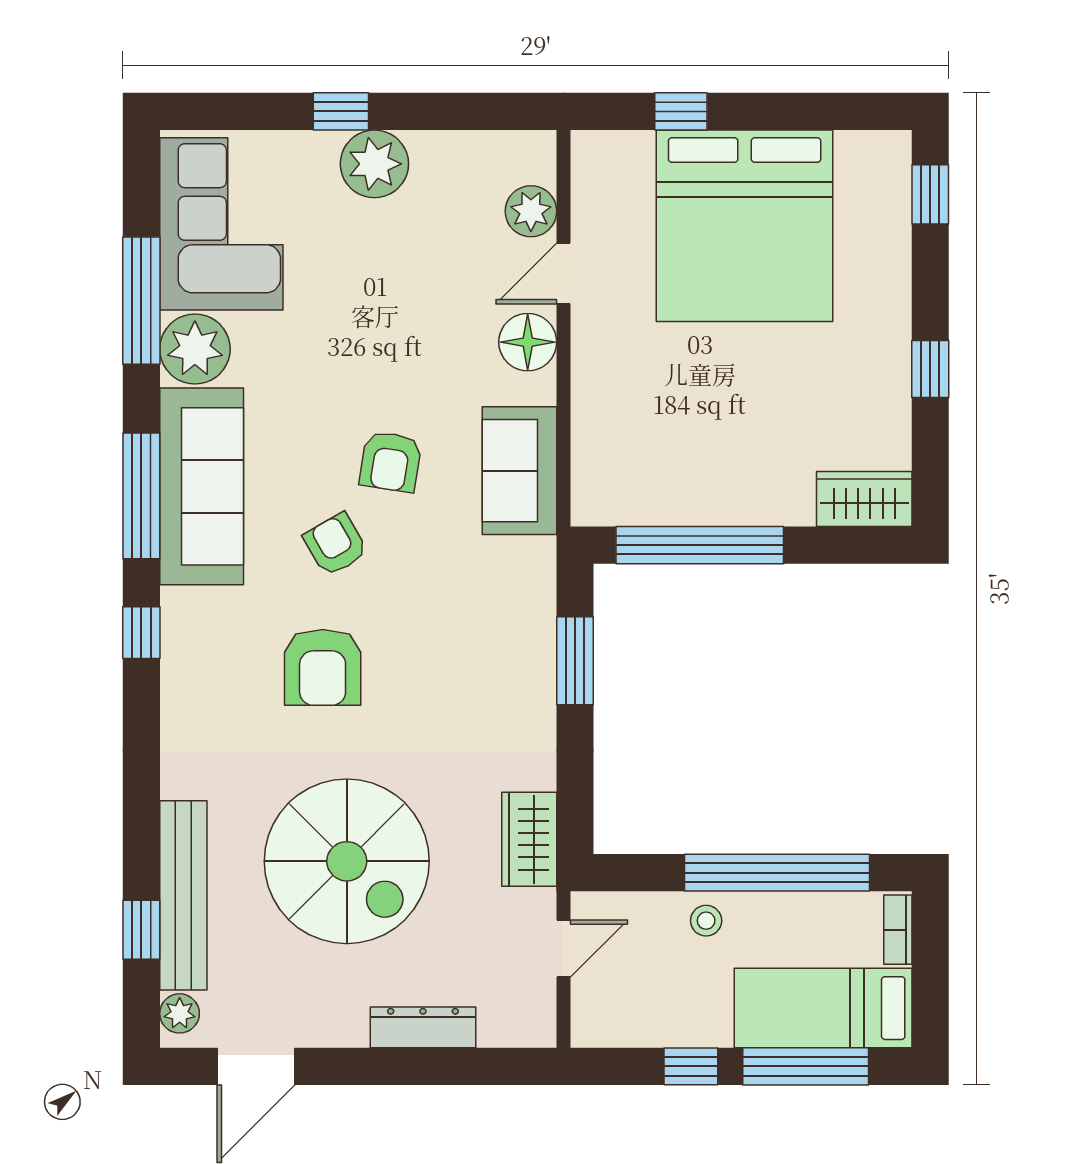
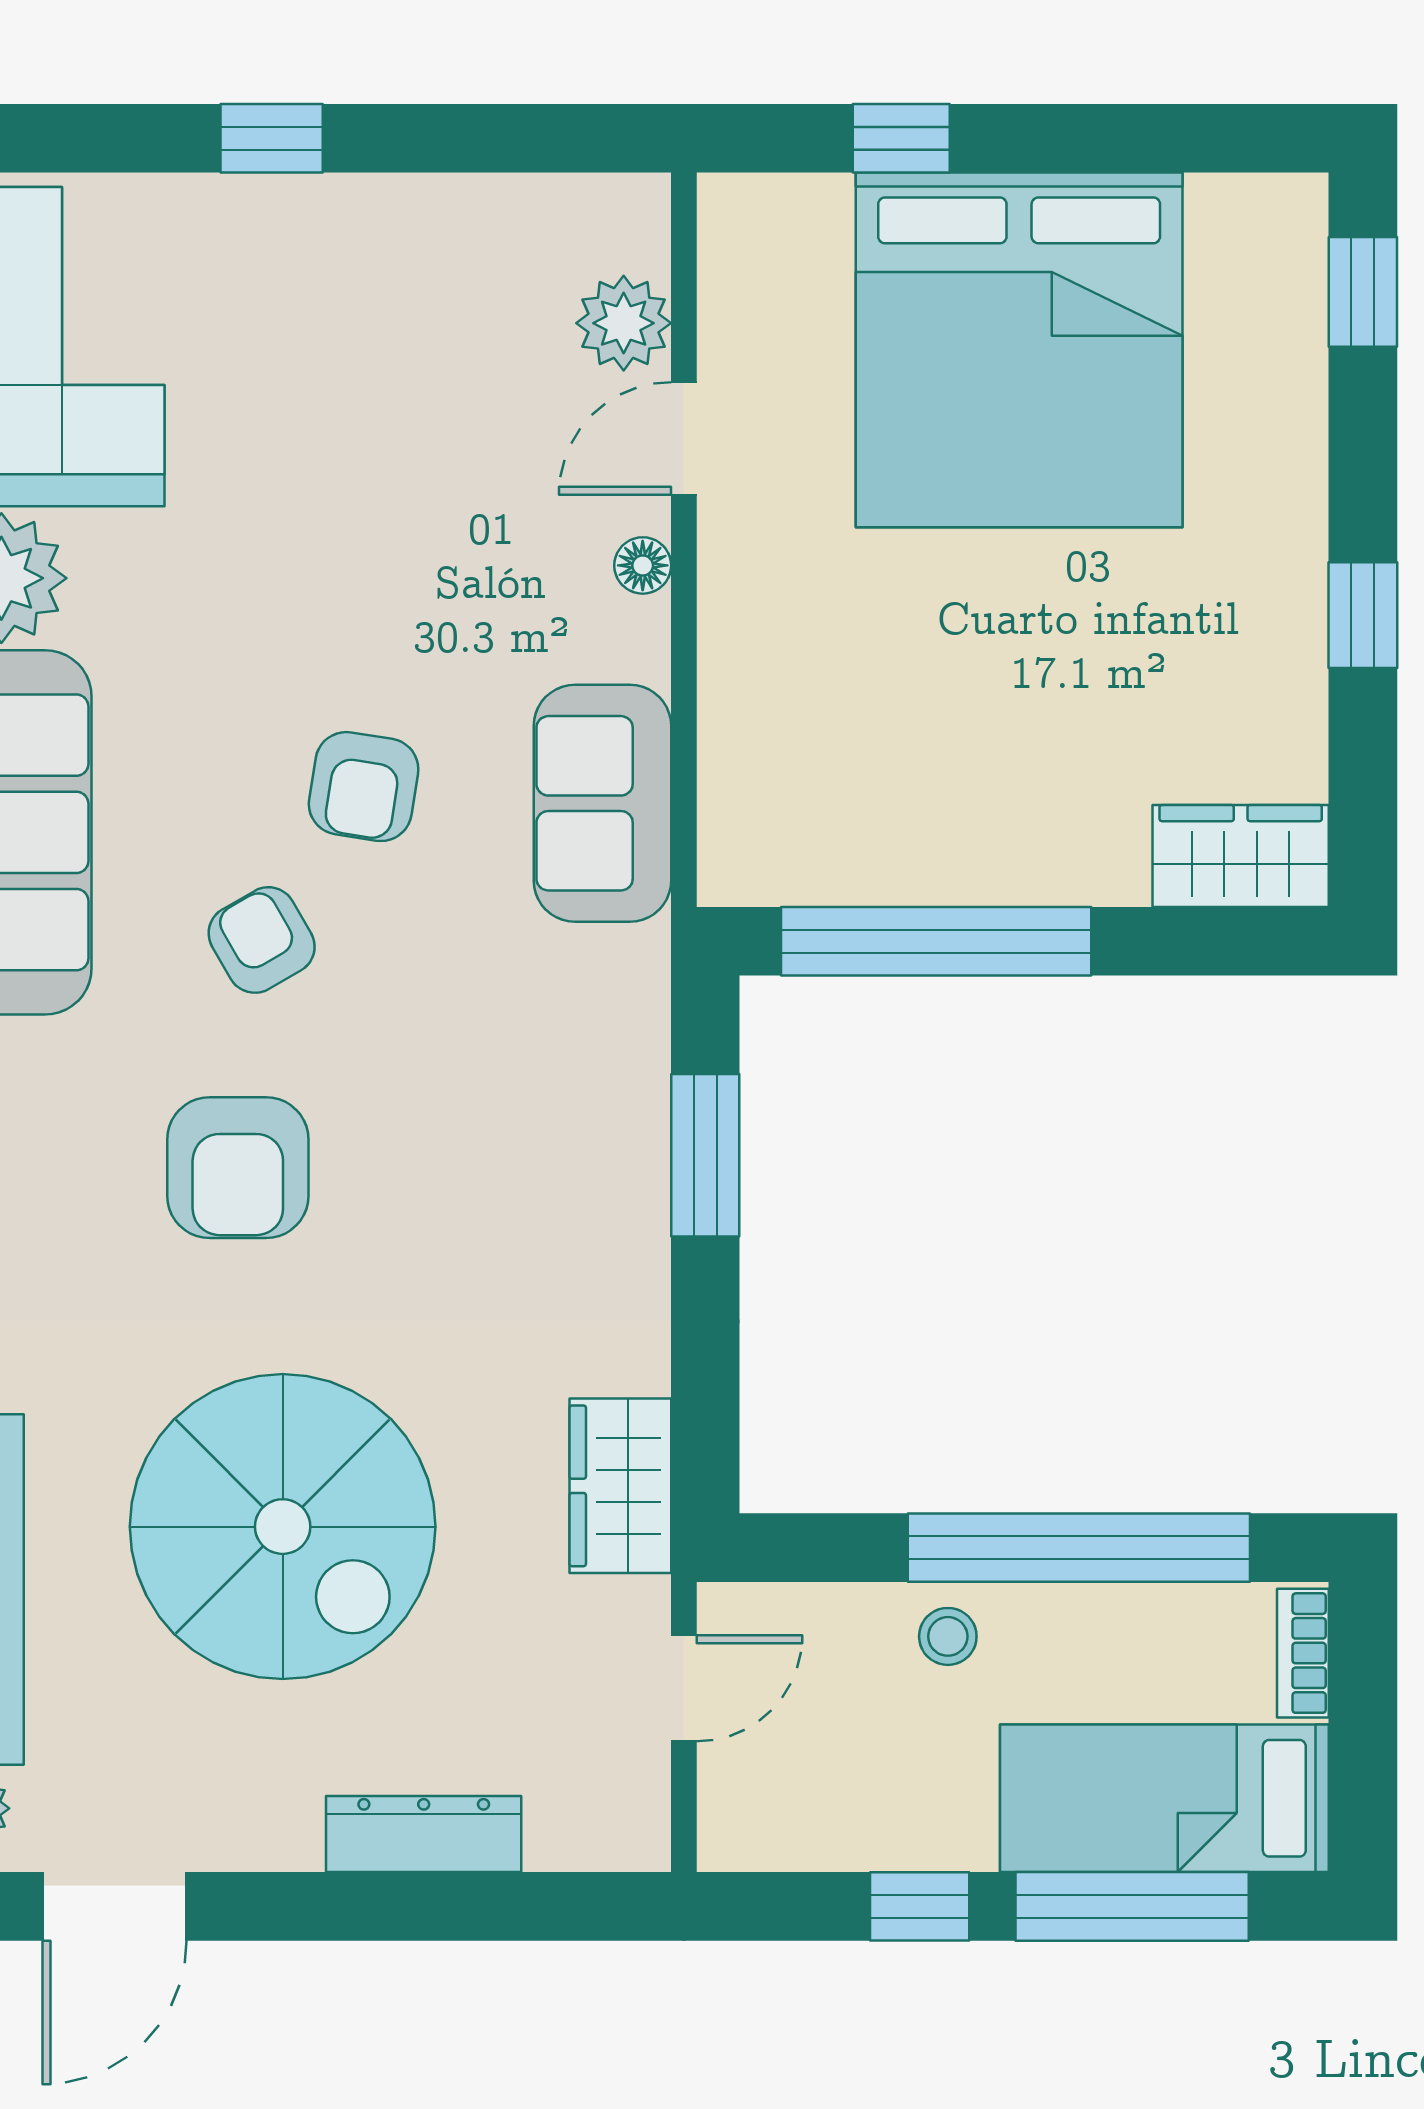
plant: (374, 164) -> (334, 235), removed
floor lamp: (528, 342) -> (643, 565), width x0.53, depth x0.53

